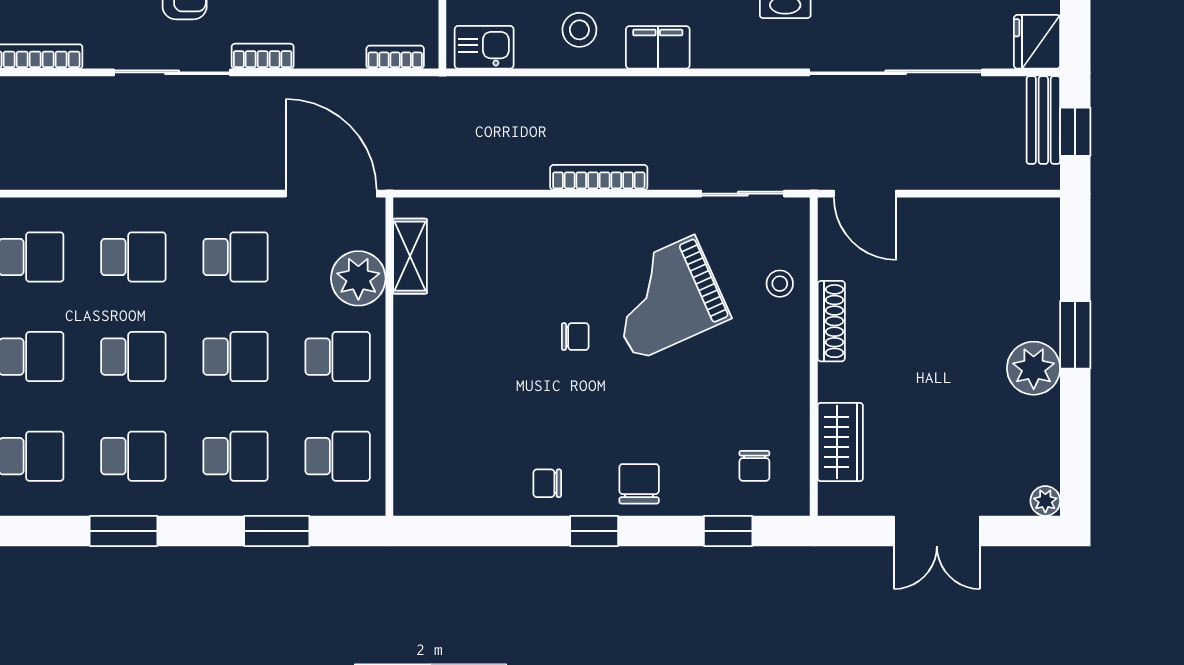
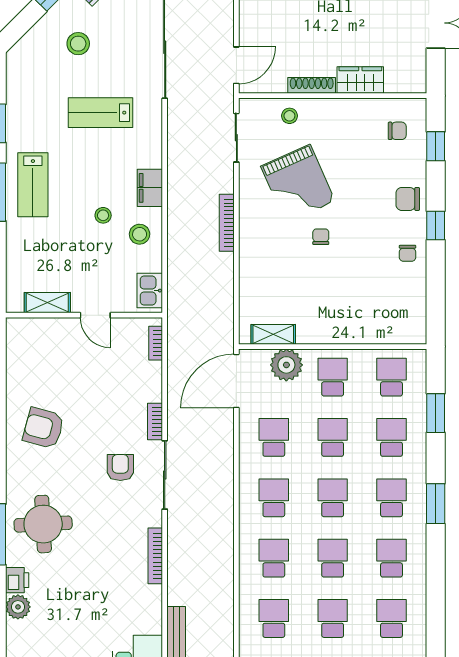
wardrobe: (840, 442) -> (360, 80), moved

